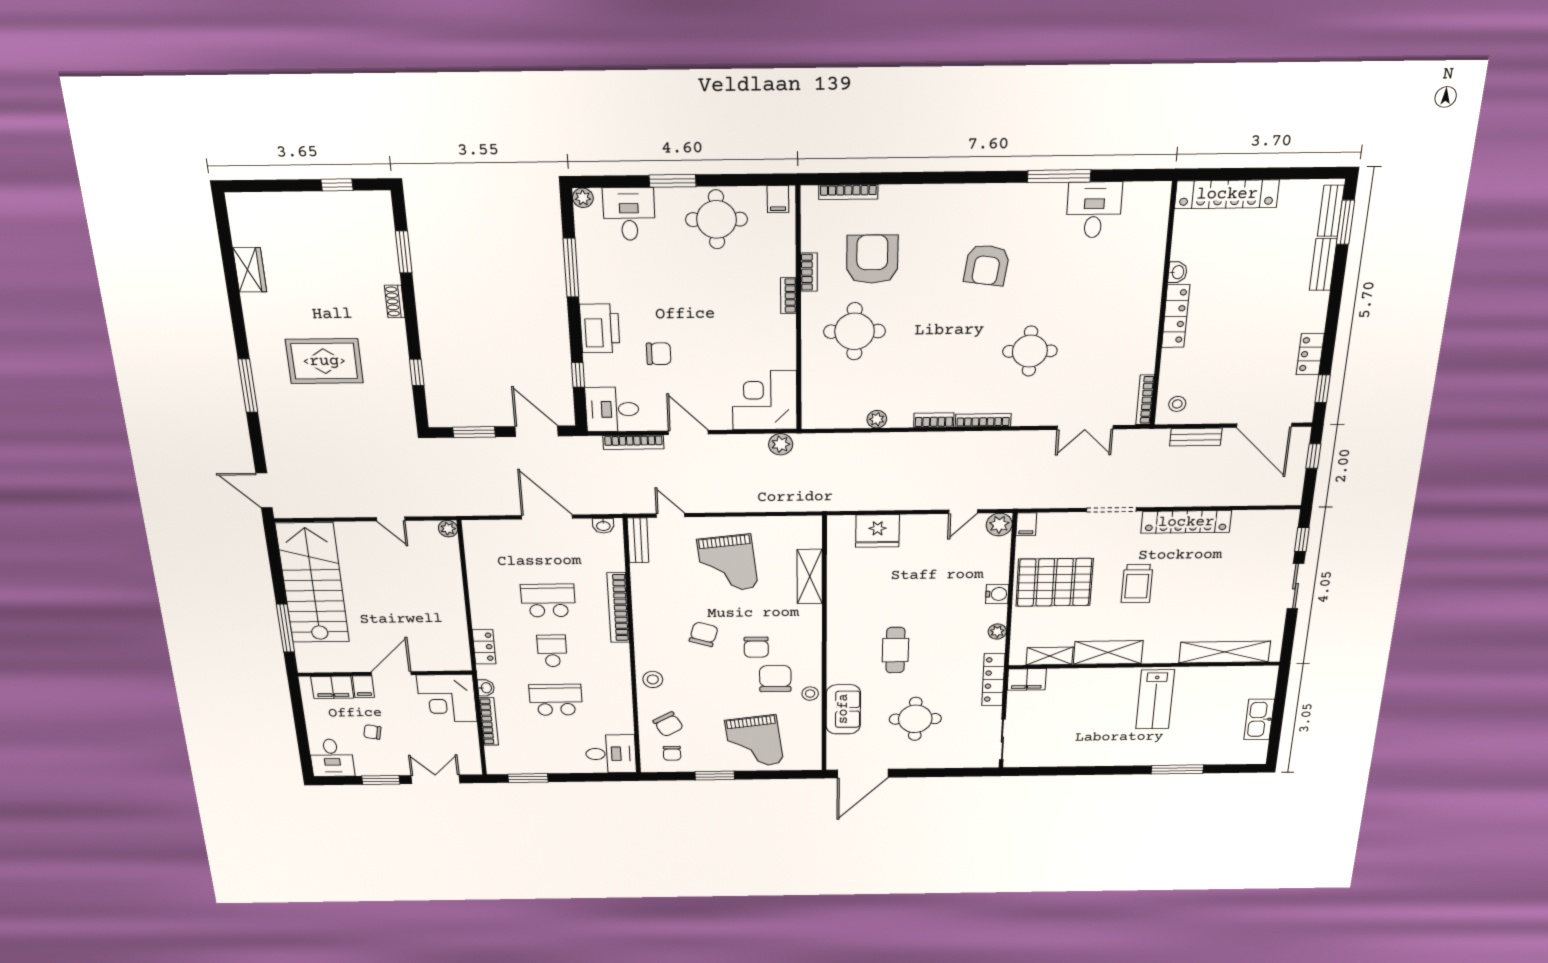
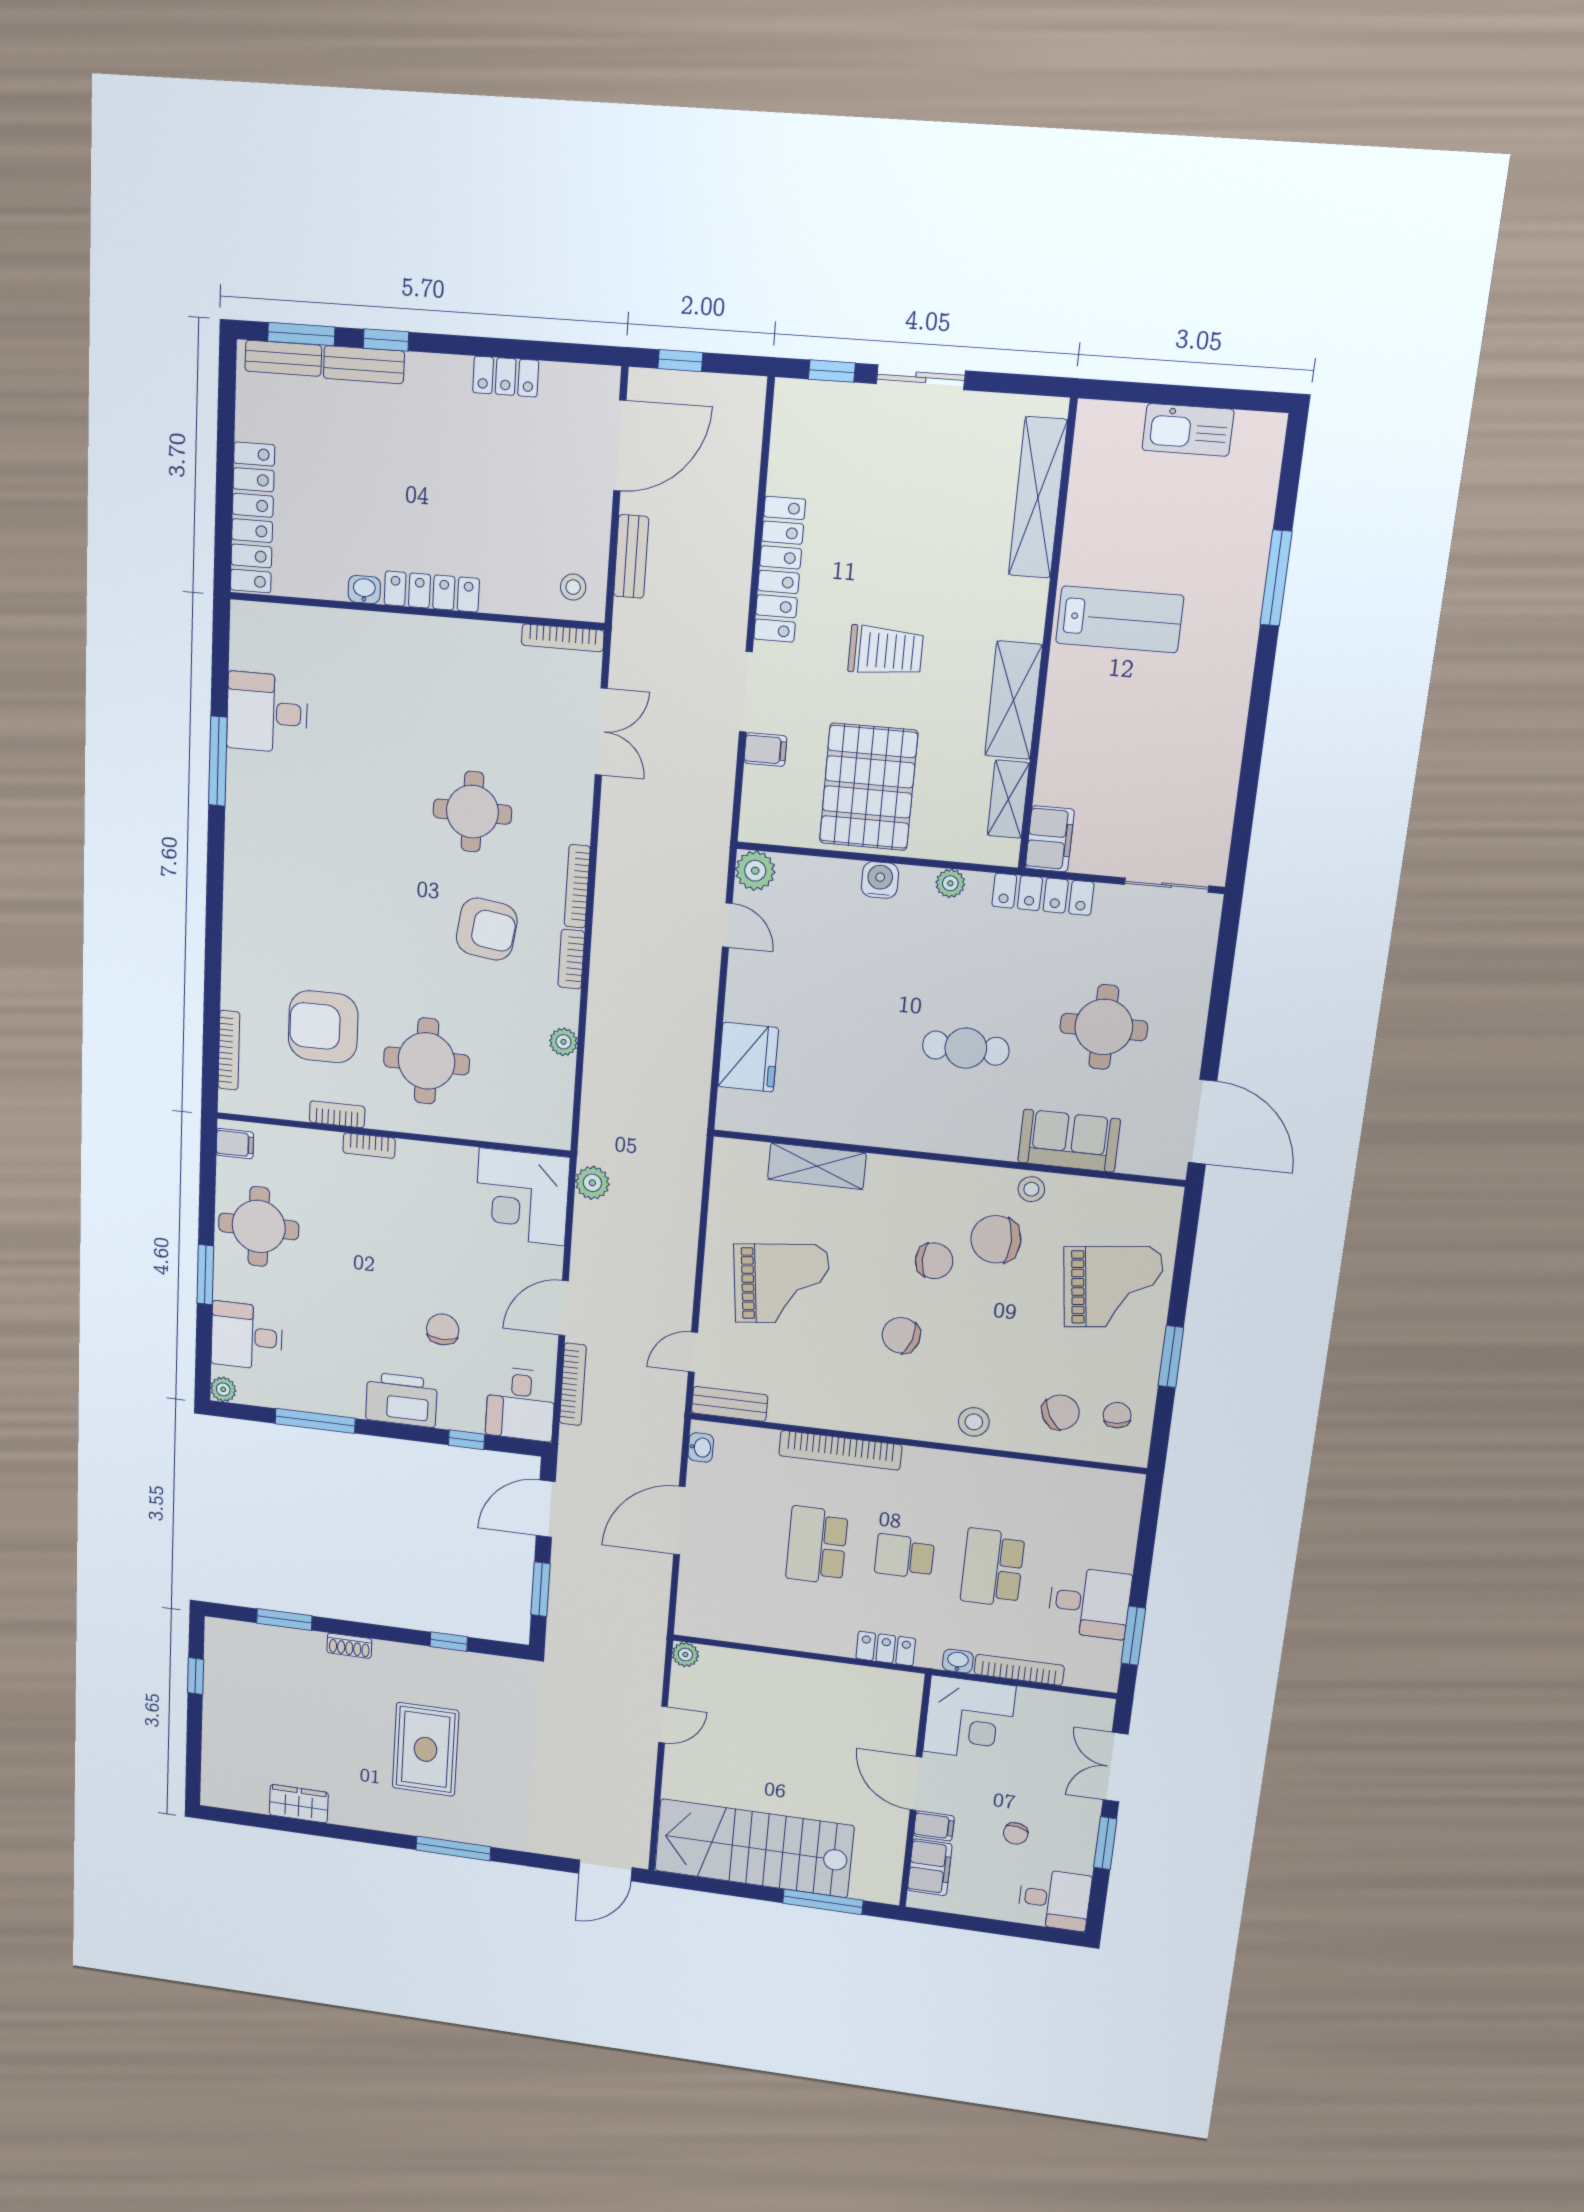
armchair: (987, 265) -> (487, 929), moved
window: (1323, 389) -> (386, 340), moved
filing cabinet: (1026, 524) -> (765, 750), moved
chair: (672, 753) -> (1117, 1415), turned -98
desk: (611, 754) -> (1089, 1603), moved, turned 90

